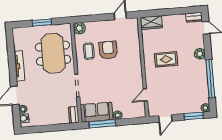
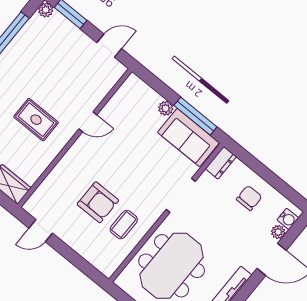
plant: (79, 28) -> (108, 265), removed
armchair: (108, 50) -> (98, 202), turned -90
door: (145, 95) -> (88, 122), moved
chair: (48, 112) -> (249, 198), added

